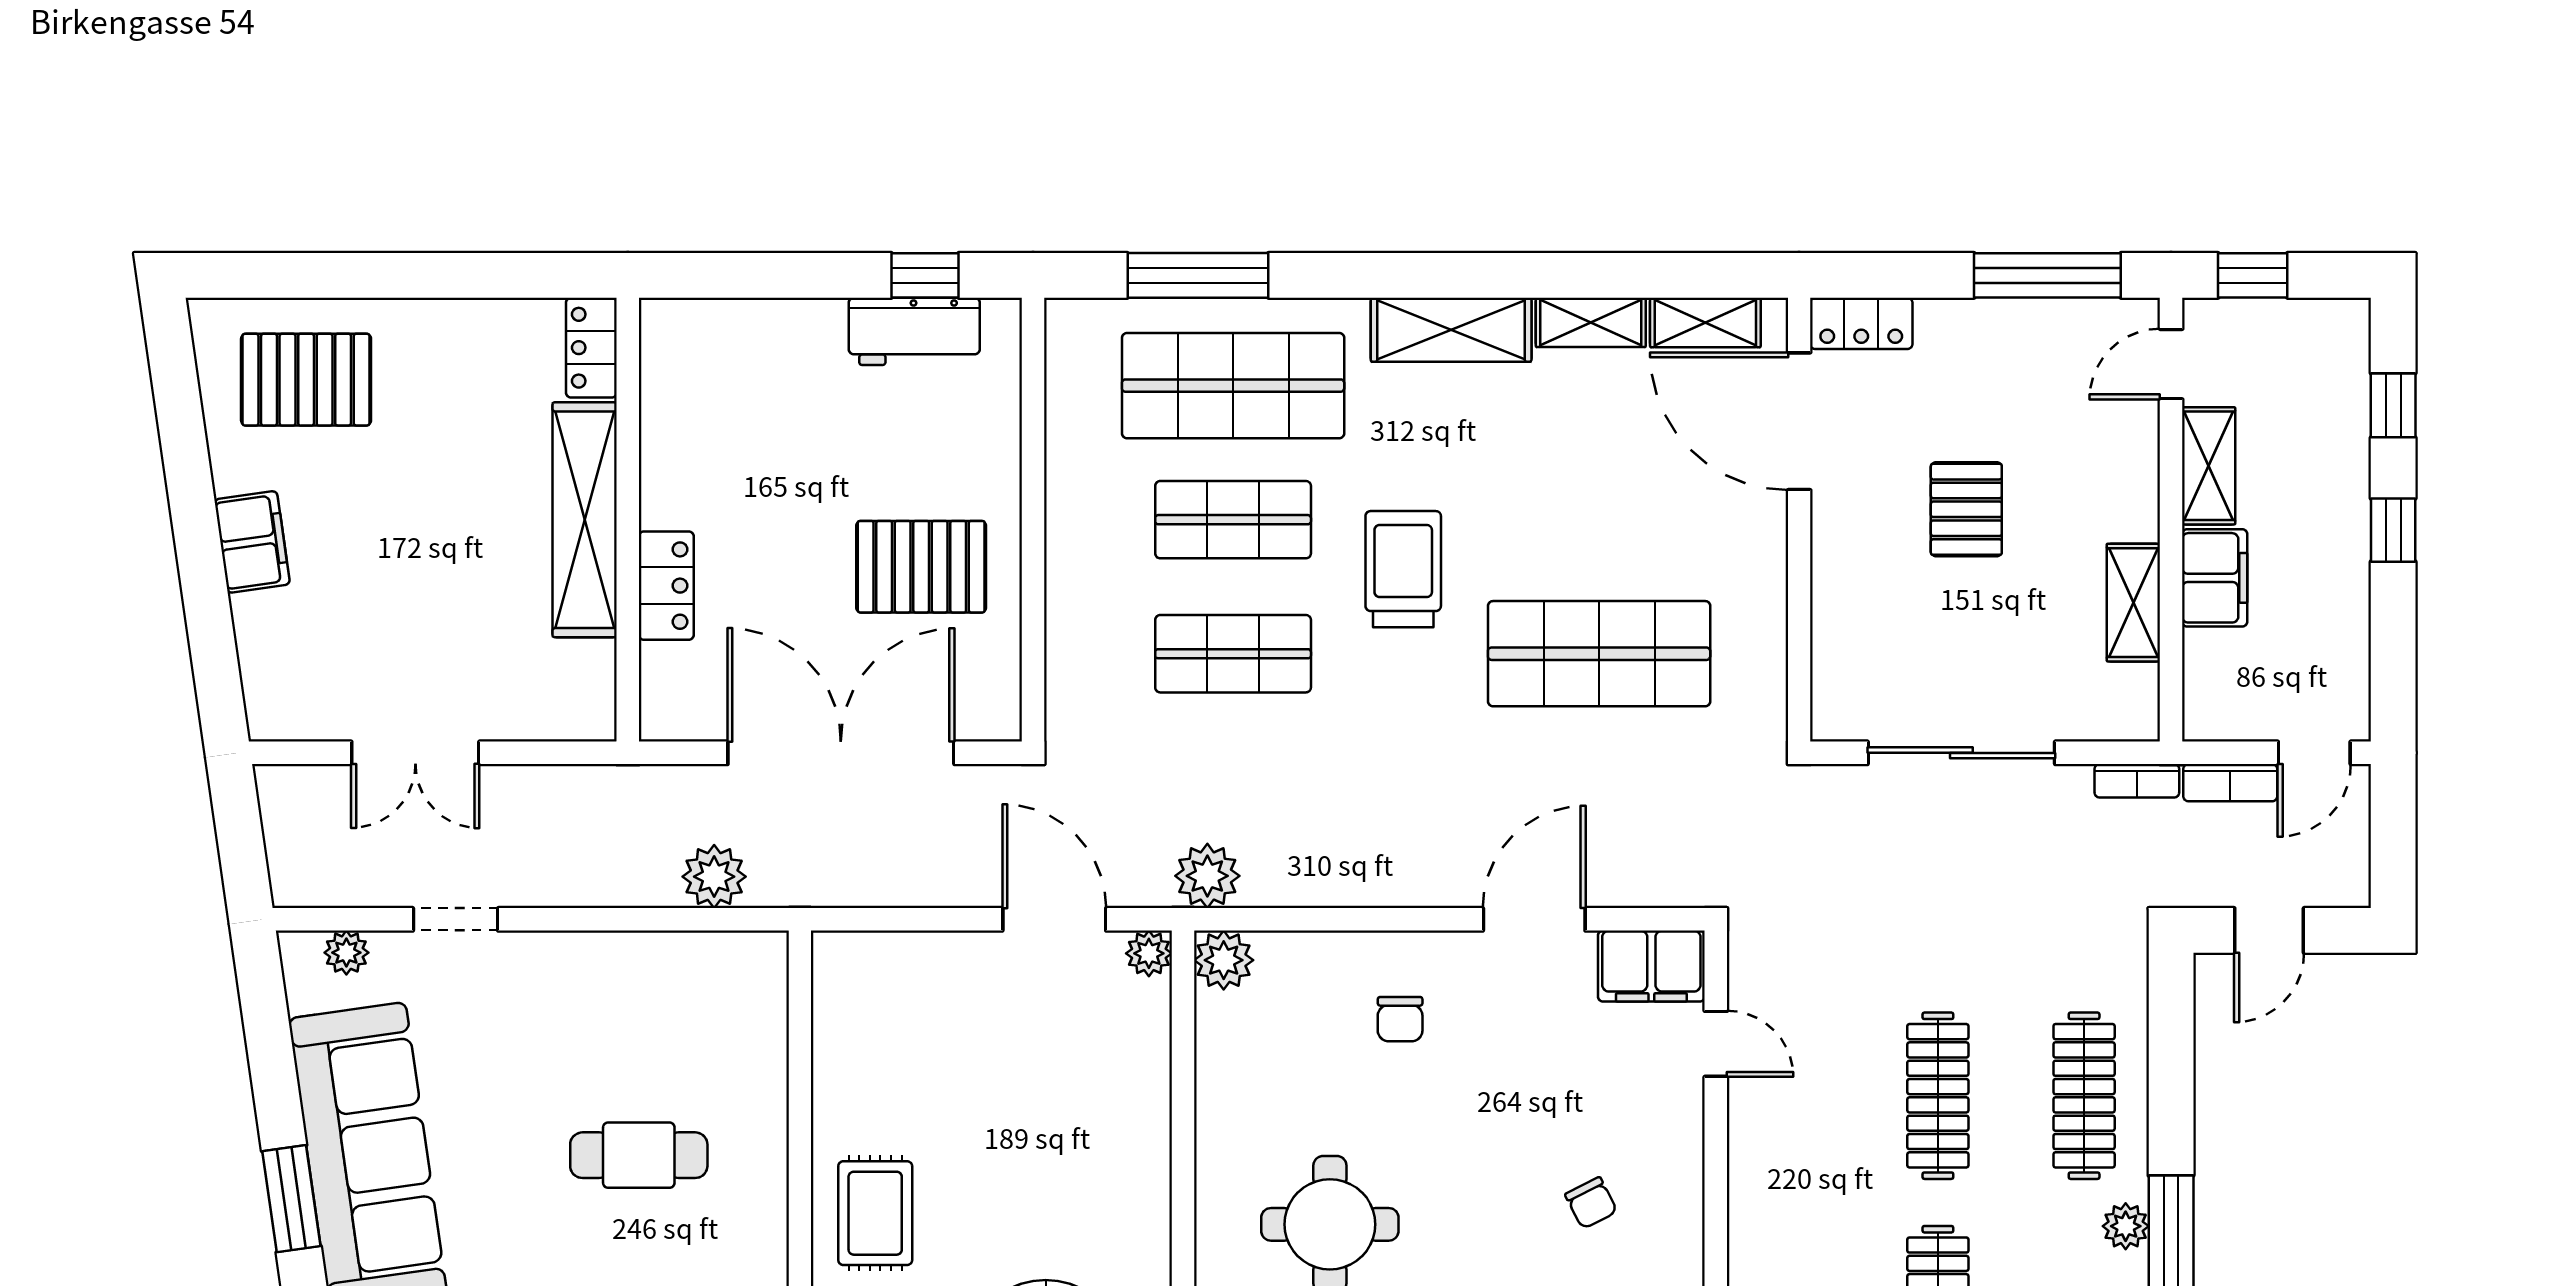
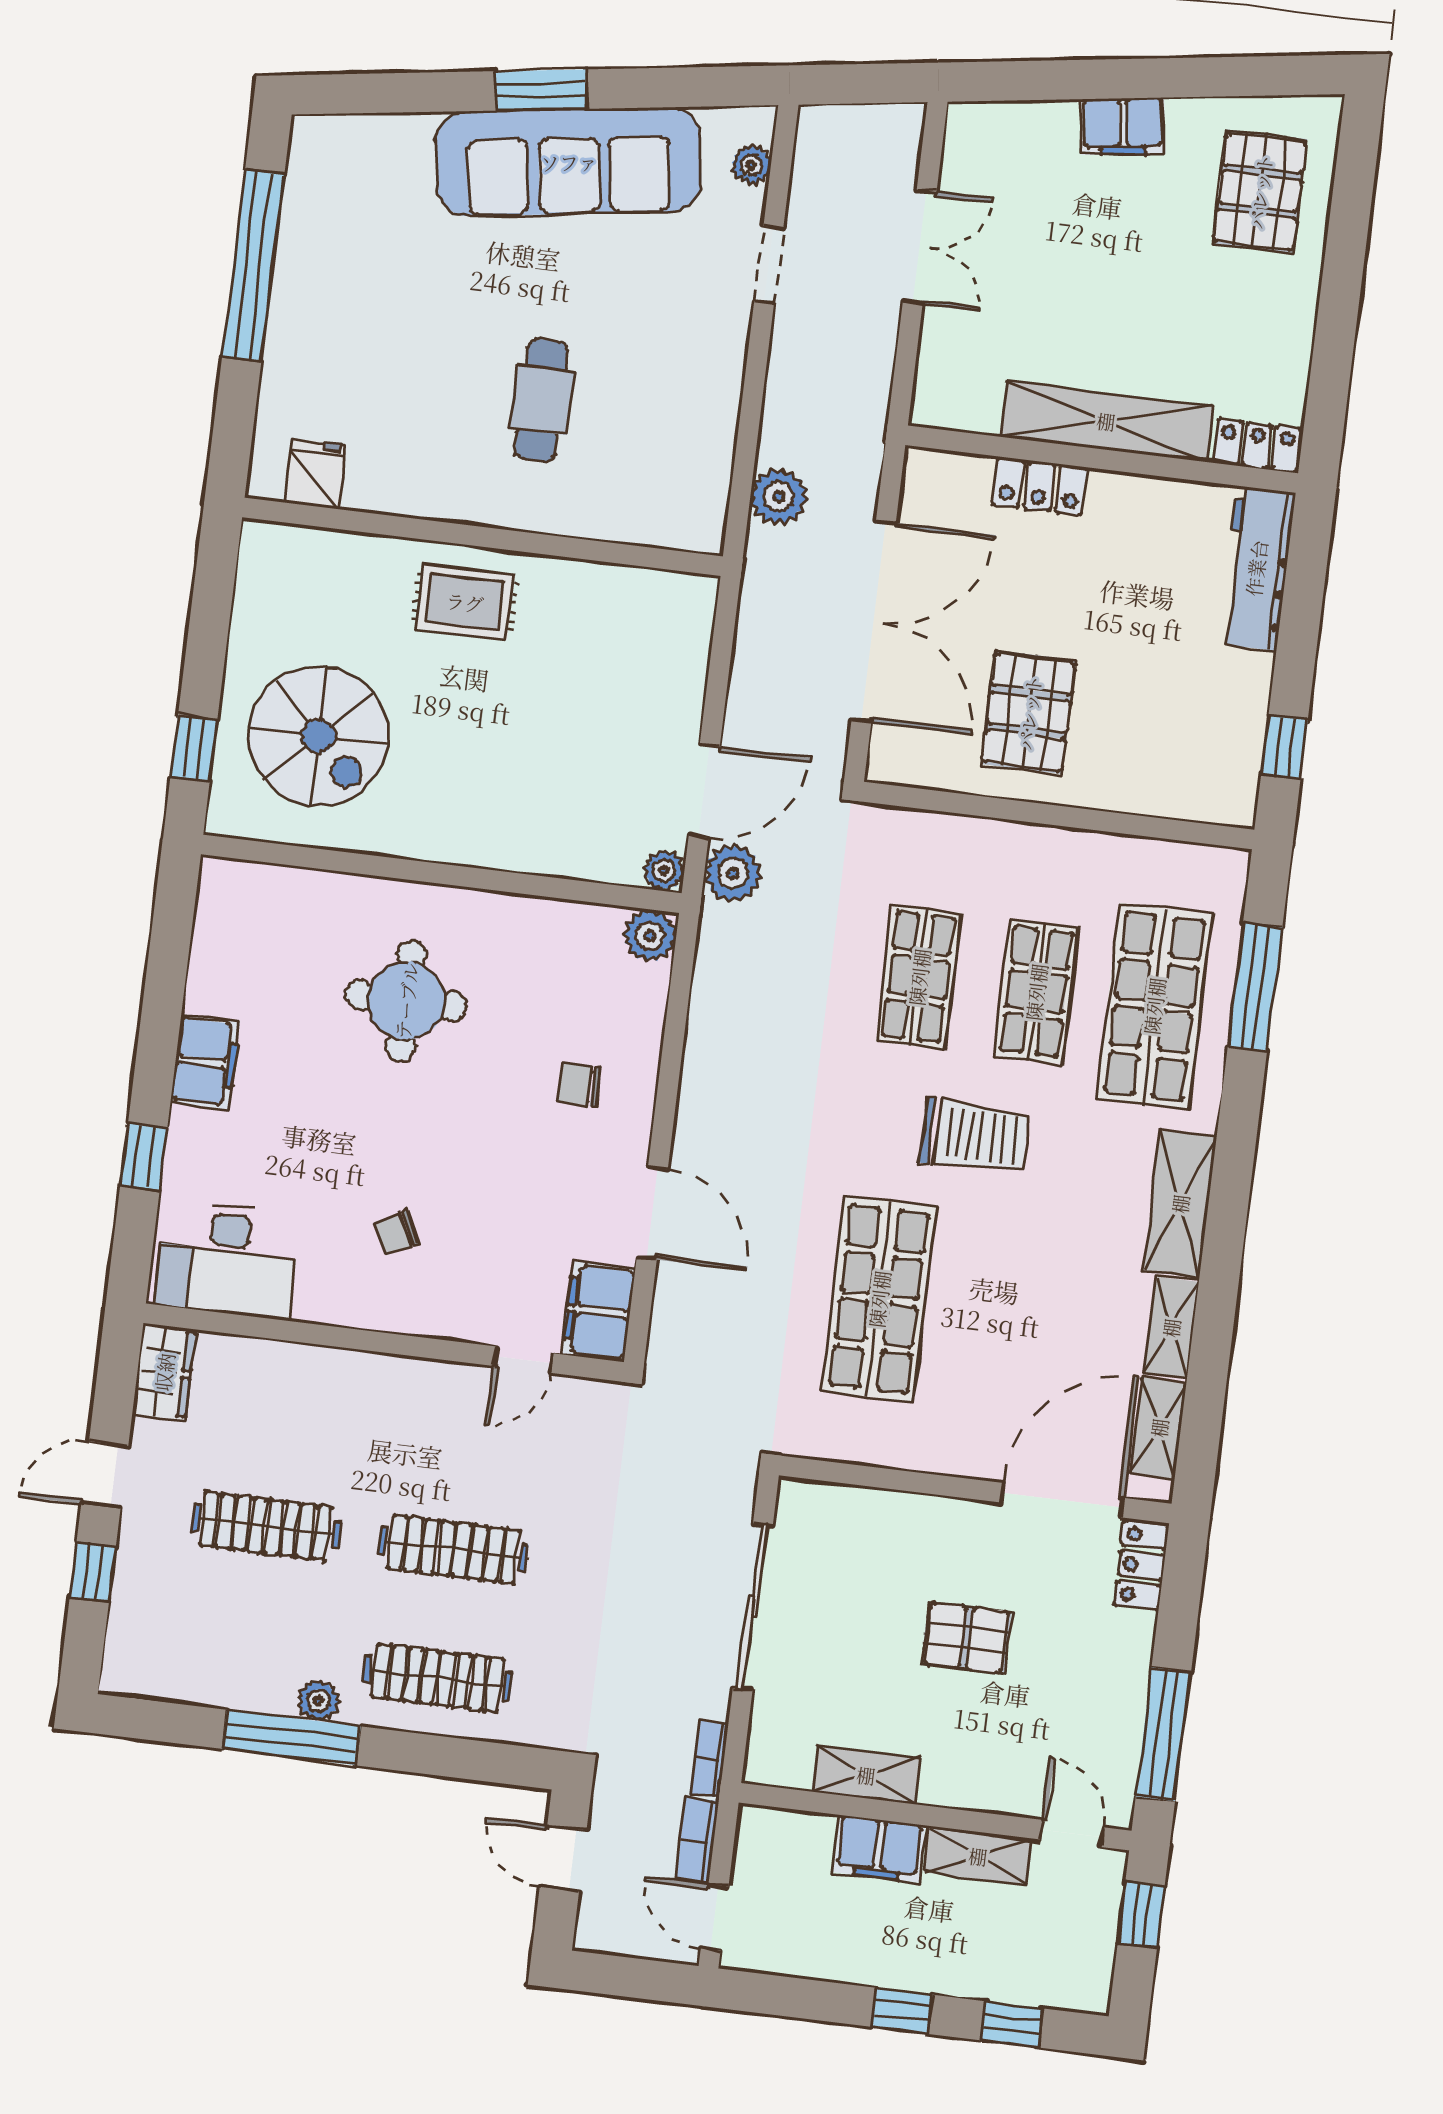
workbench: (914, 331) -> (1256, 568), moved, width x1.37
double door: (415, 753) -> (920, 247), swing flipped
plant: (1207, 876) -> (733, 873), moved

